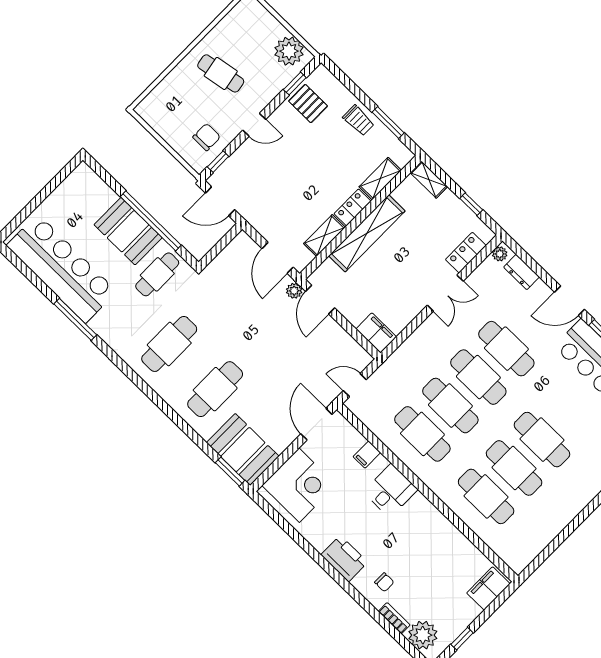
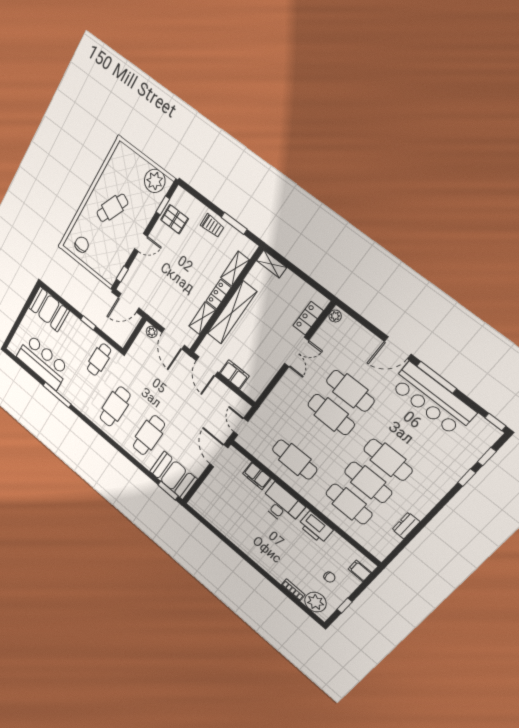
cafe table: (221, 73) -> (112, 208), turned -55
chair: (207, 137) -> (82, 245), moved
window: (471, 204) -> (307, 279), removed
window: (151, 221) -> (88, 323), width x0.32
booth: (128, 231) -> (49, 309), moved
bar counter: (62, 269) -> (43, 362), width x0.73
dresser: (522, 272) -> (406, 526), moved, turned 90
plant: (294, 291) -> (152, 332), moved
filing cabinet: (376, 333) -> (234, 374), moved
door: (355, 385) -> (241, 427), hinge flipped
cafe table: (450, 406) -> (313, 437), removed
filing cabinet: (367, 455) -> (257, 476), width x2.00
corner desk: (299, 485) -> (214, 499), removed
desk: (390, 491) -> (282, 505), width x1.37
printer: (344, 559) -> (316, 527), moved, turned 180
chair: (384, 582) -> (329, 577), moved
filing cabinet: (488, 588) -> (360, 571), width x0.50

